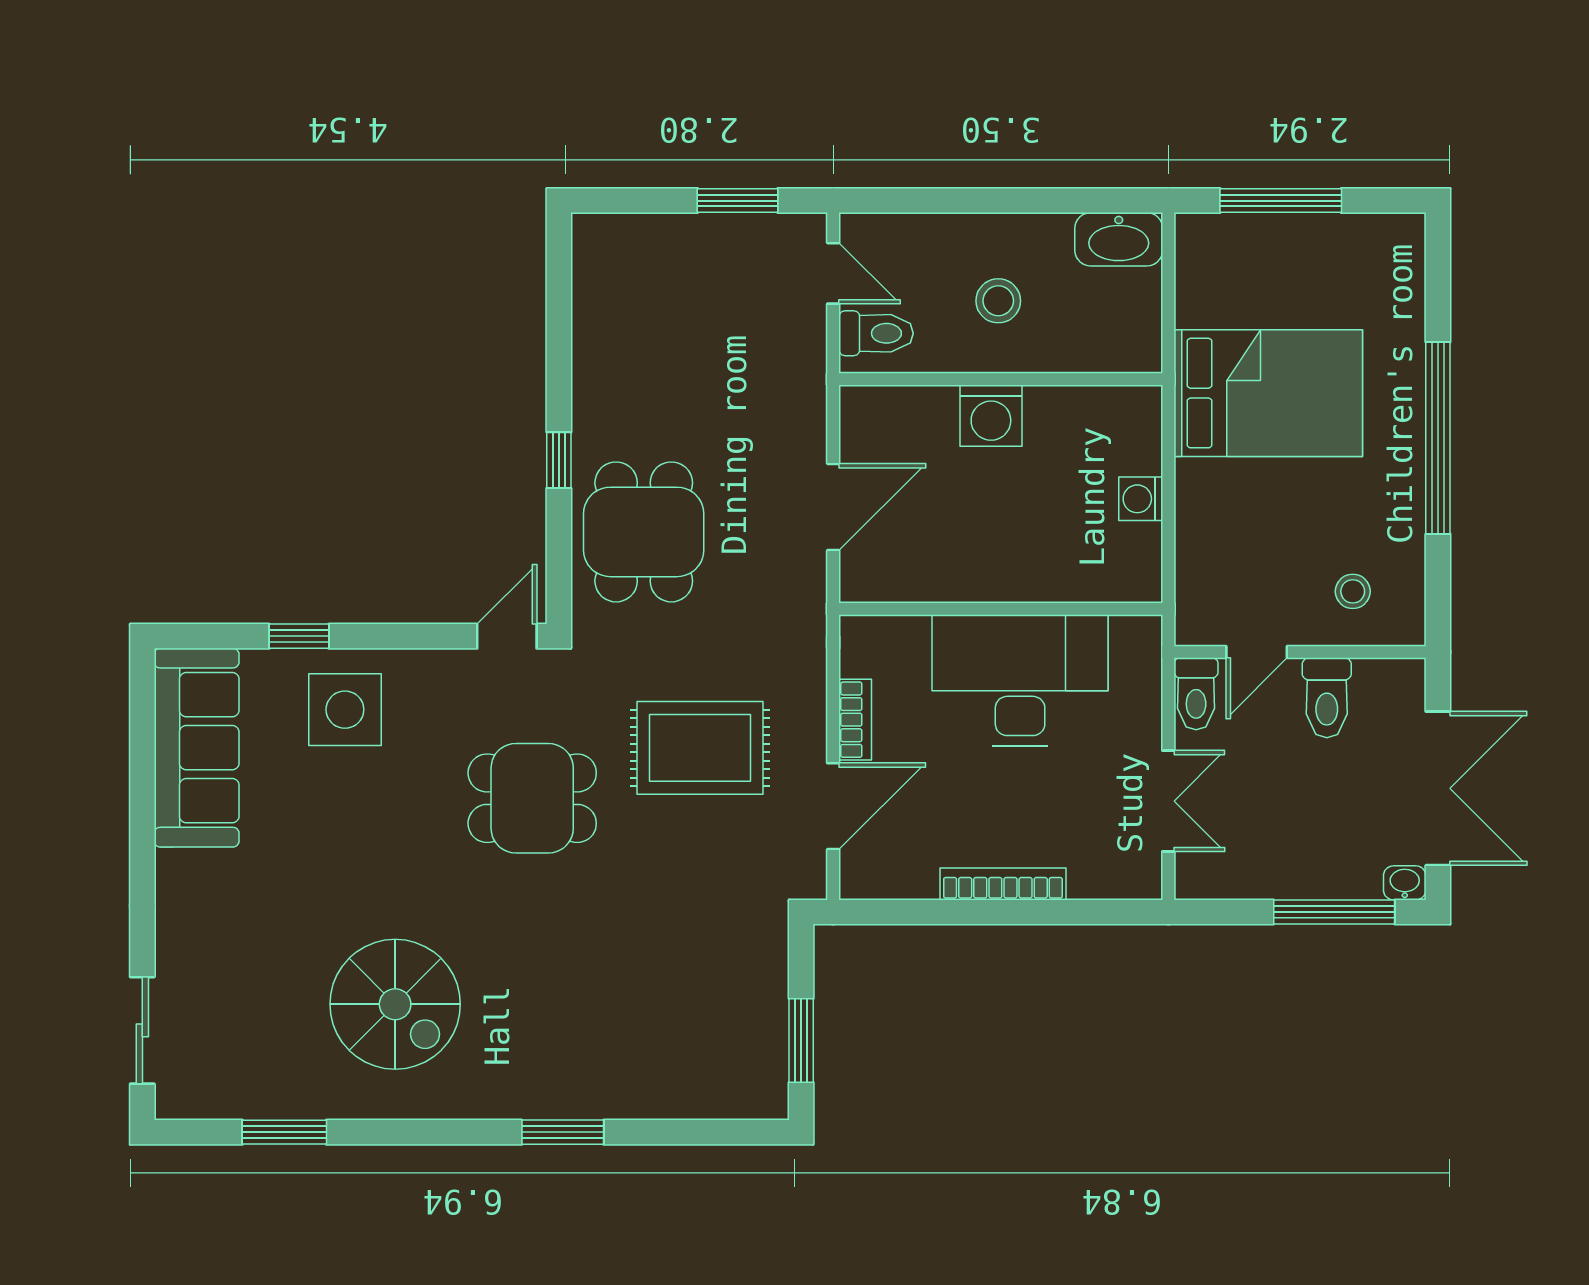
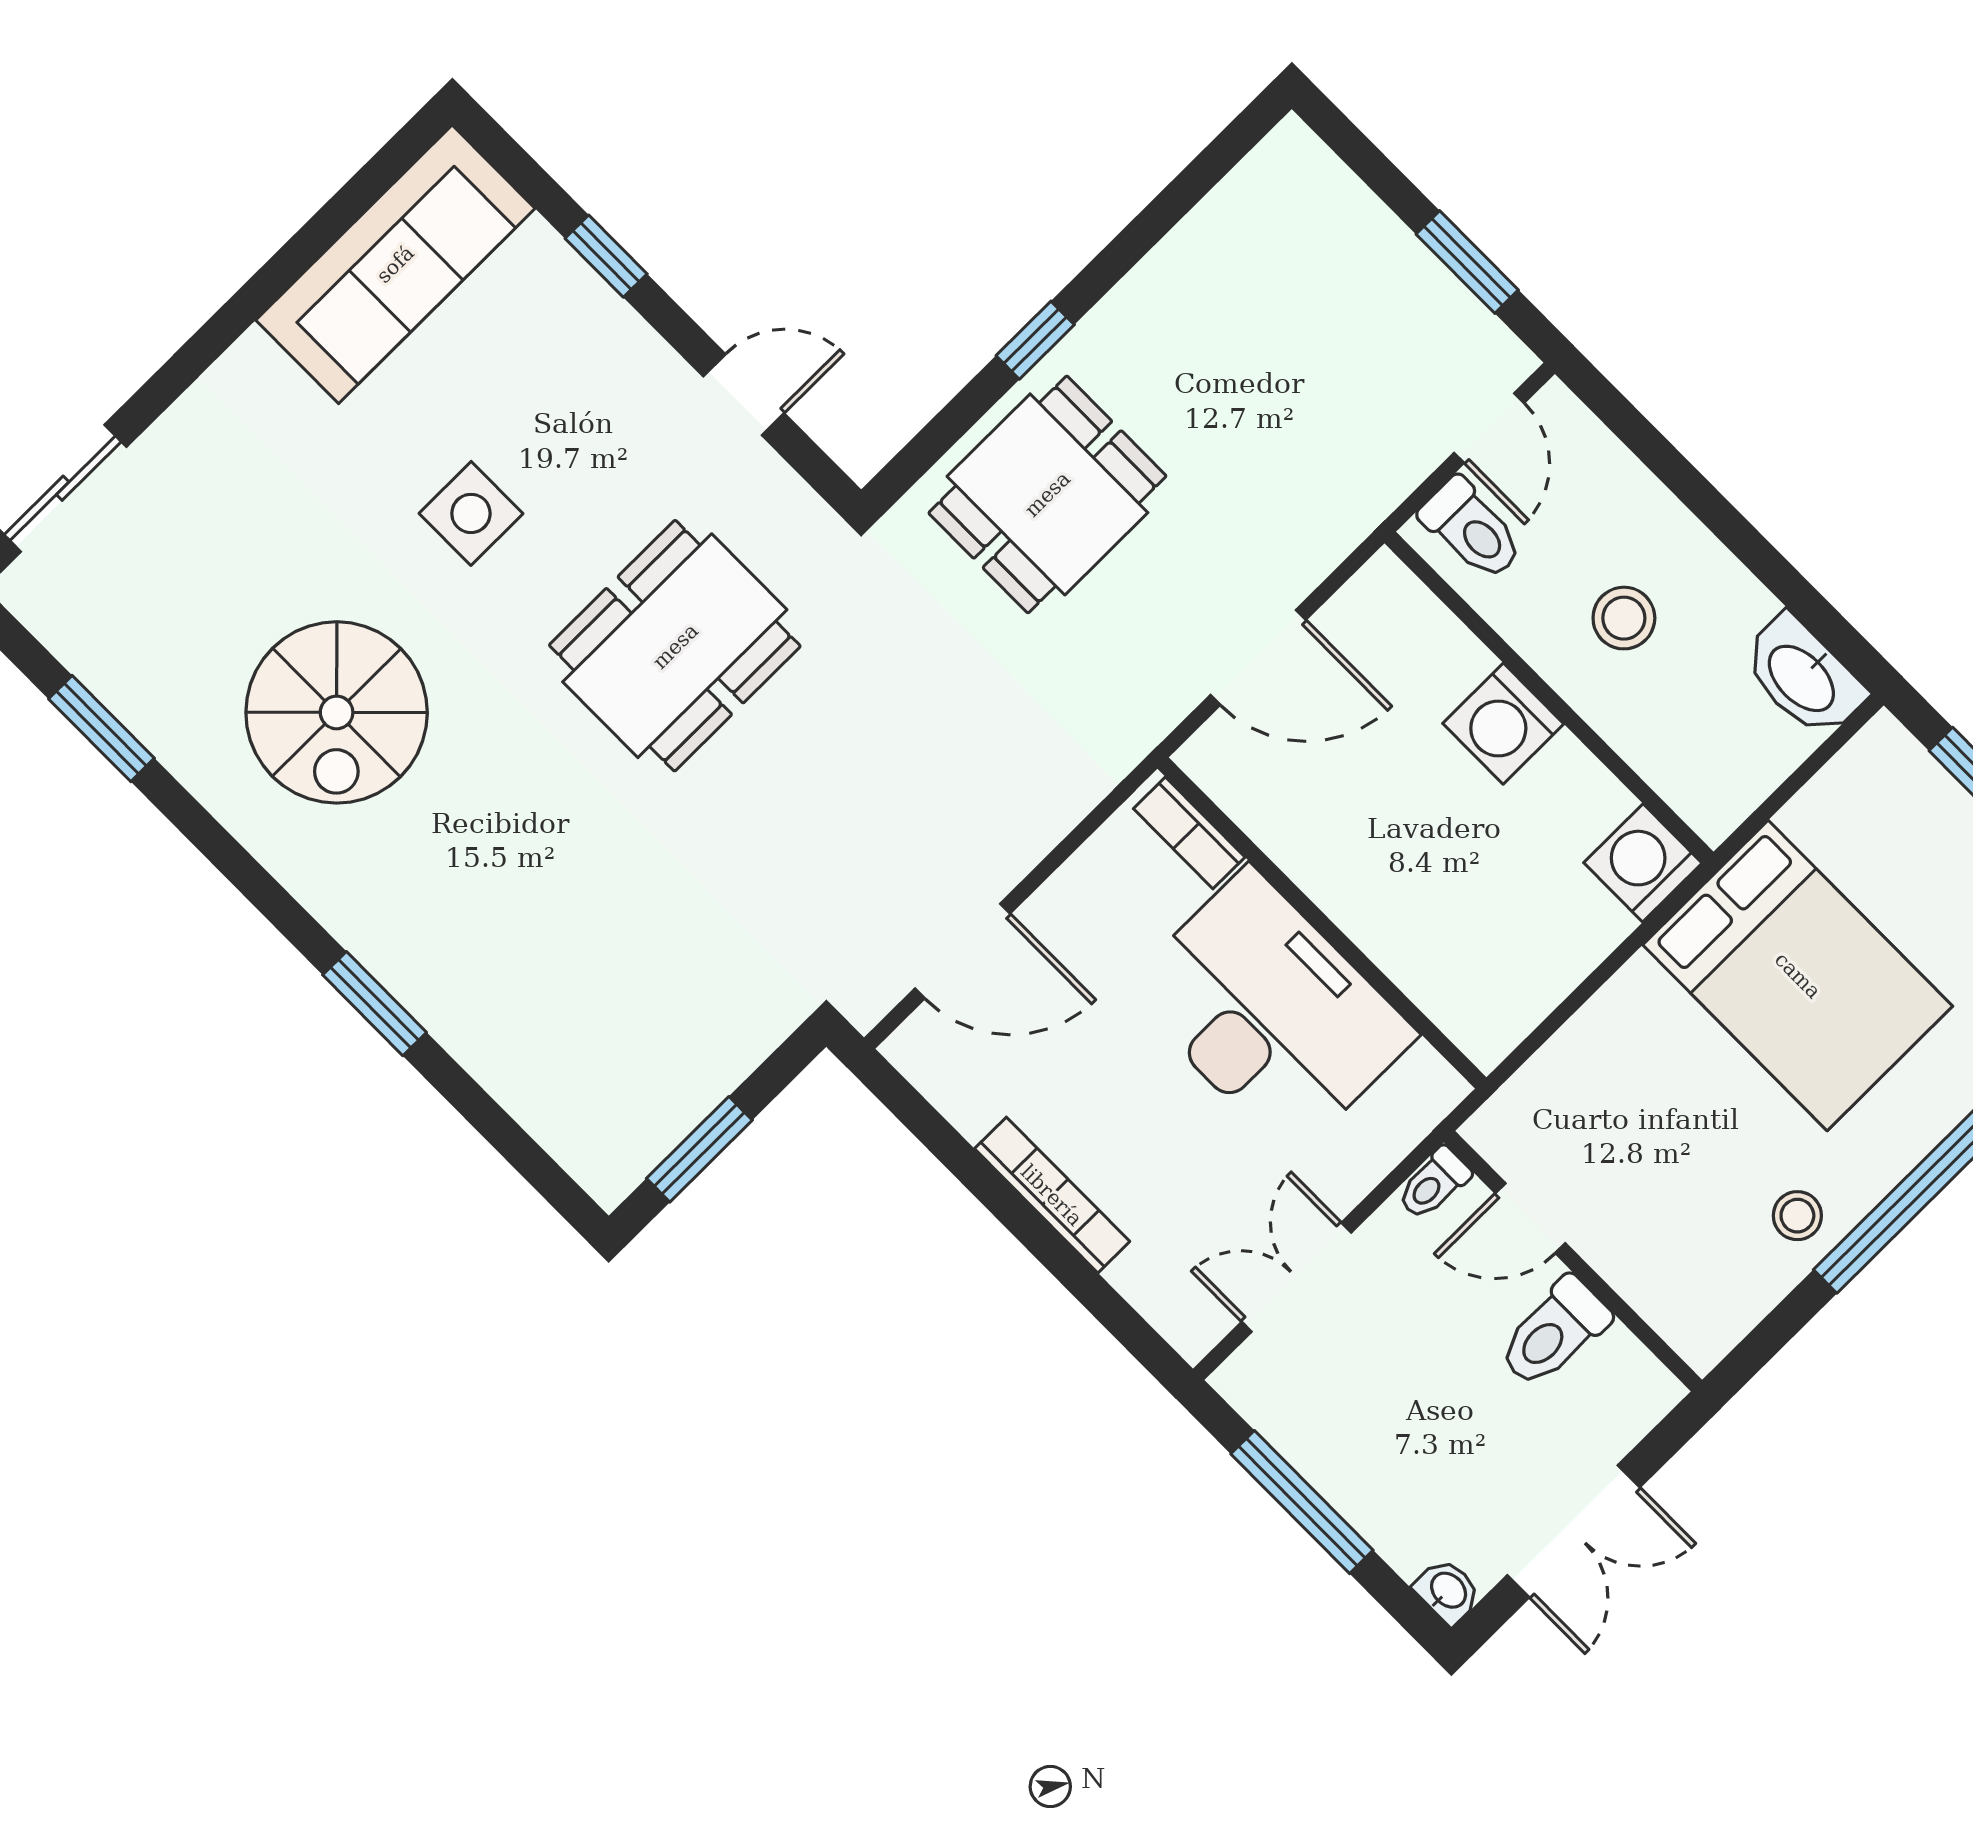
washing machine: (1141, 499) -> (1643, 863), moved, width x1.38, depth x1.38
stool: (1353, 591) -> (1797, 1216), moved
door: (507, 636) -> (744, 395), moved
toilet: (1196, 694) -> (1434, 1184), width x0.73, depth x0.72
side table: (345, 710) -> (471, 513), moved, width x0.73, depth x0.73
bookcase: (855, 720) -> (1189, 833), moved, turned 90
rug: (700, 748) -> (889, 762), removed
double door: (1438, 788) -> (1574, 1531), width x0.73
dining table: (532, 798) -> (675, 646), width x1.38
double door: (1168, 801) -> (1296, 1277), swing flipped
window: (1334, 912) -> (1302, 1502), moved

